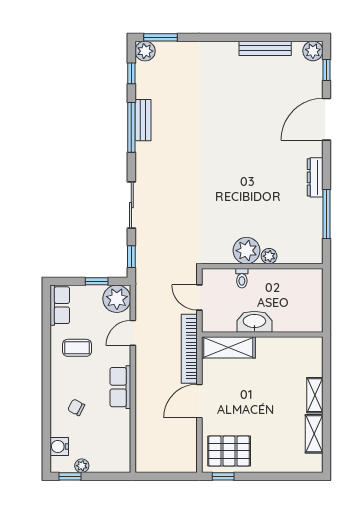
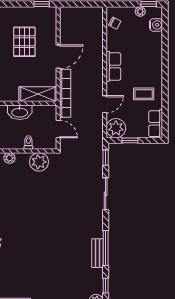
plant: (246, 251) -> (39, 162), moved
chair: (76, 407) -> (115, 23), moved
pallet: (229, 451) -> (24, 42), moved, turned 90

